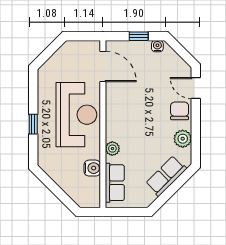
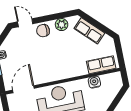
door: (196, 88) -> (25, 23), swing flipped
plant: (112, 149) -> (78, 71), removed

